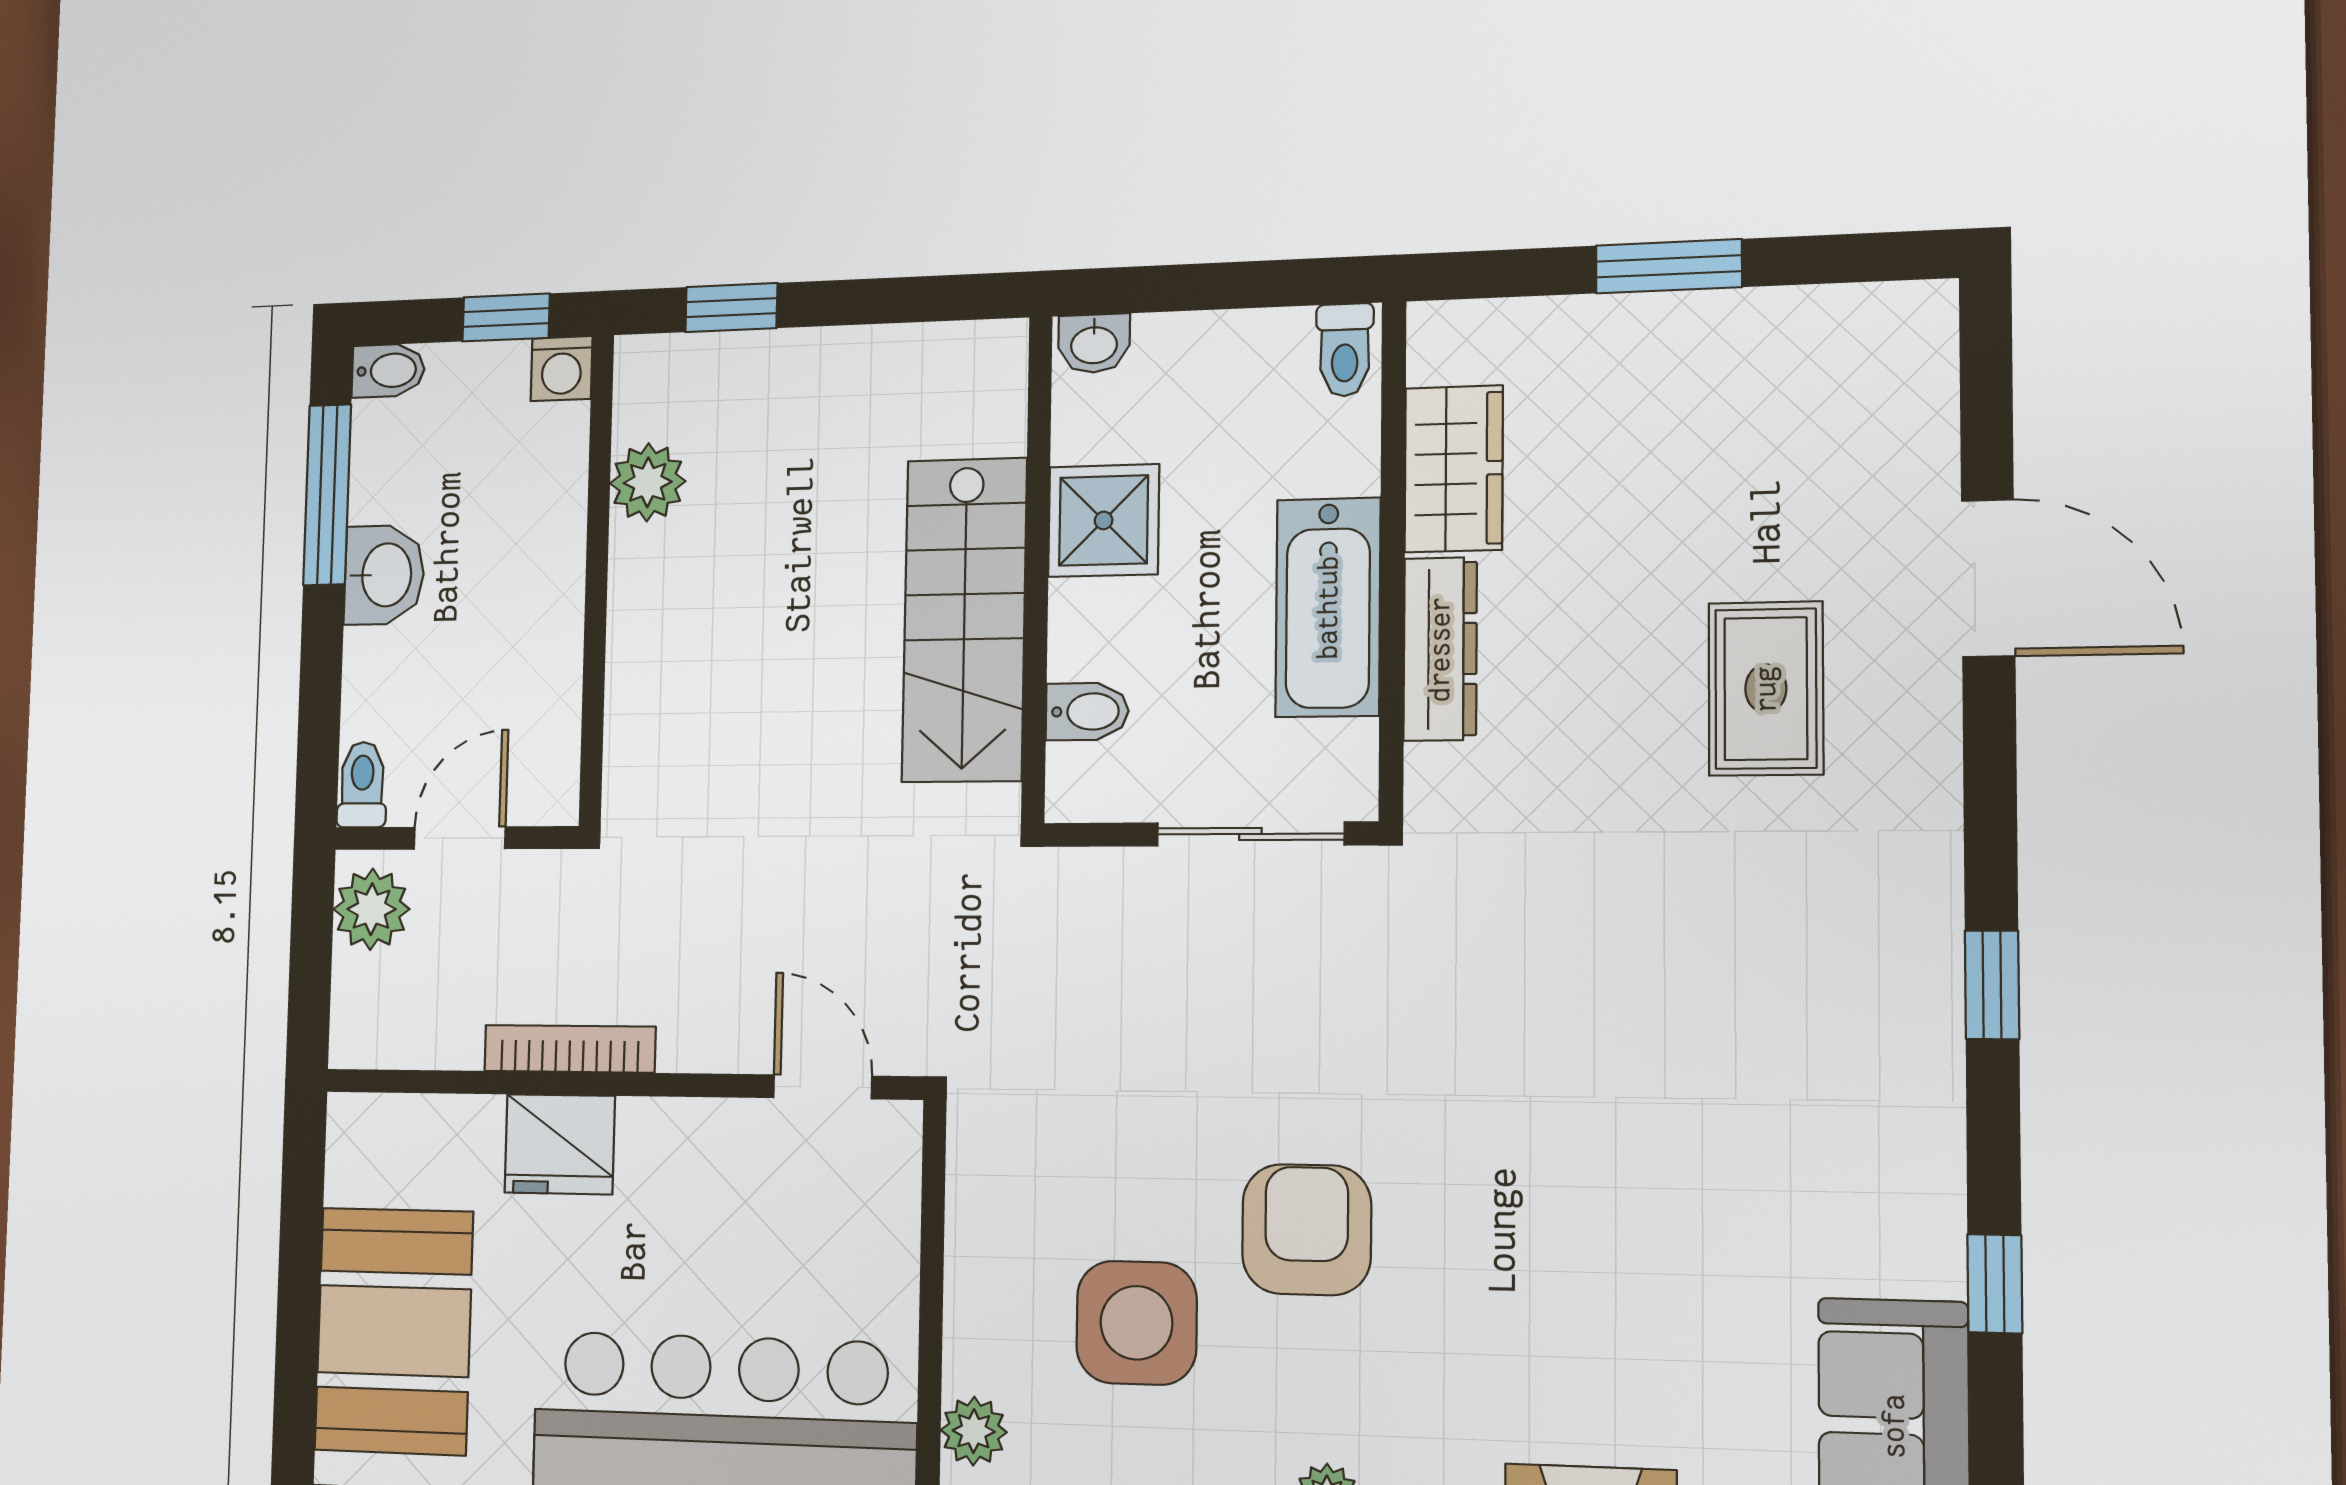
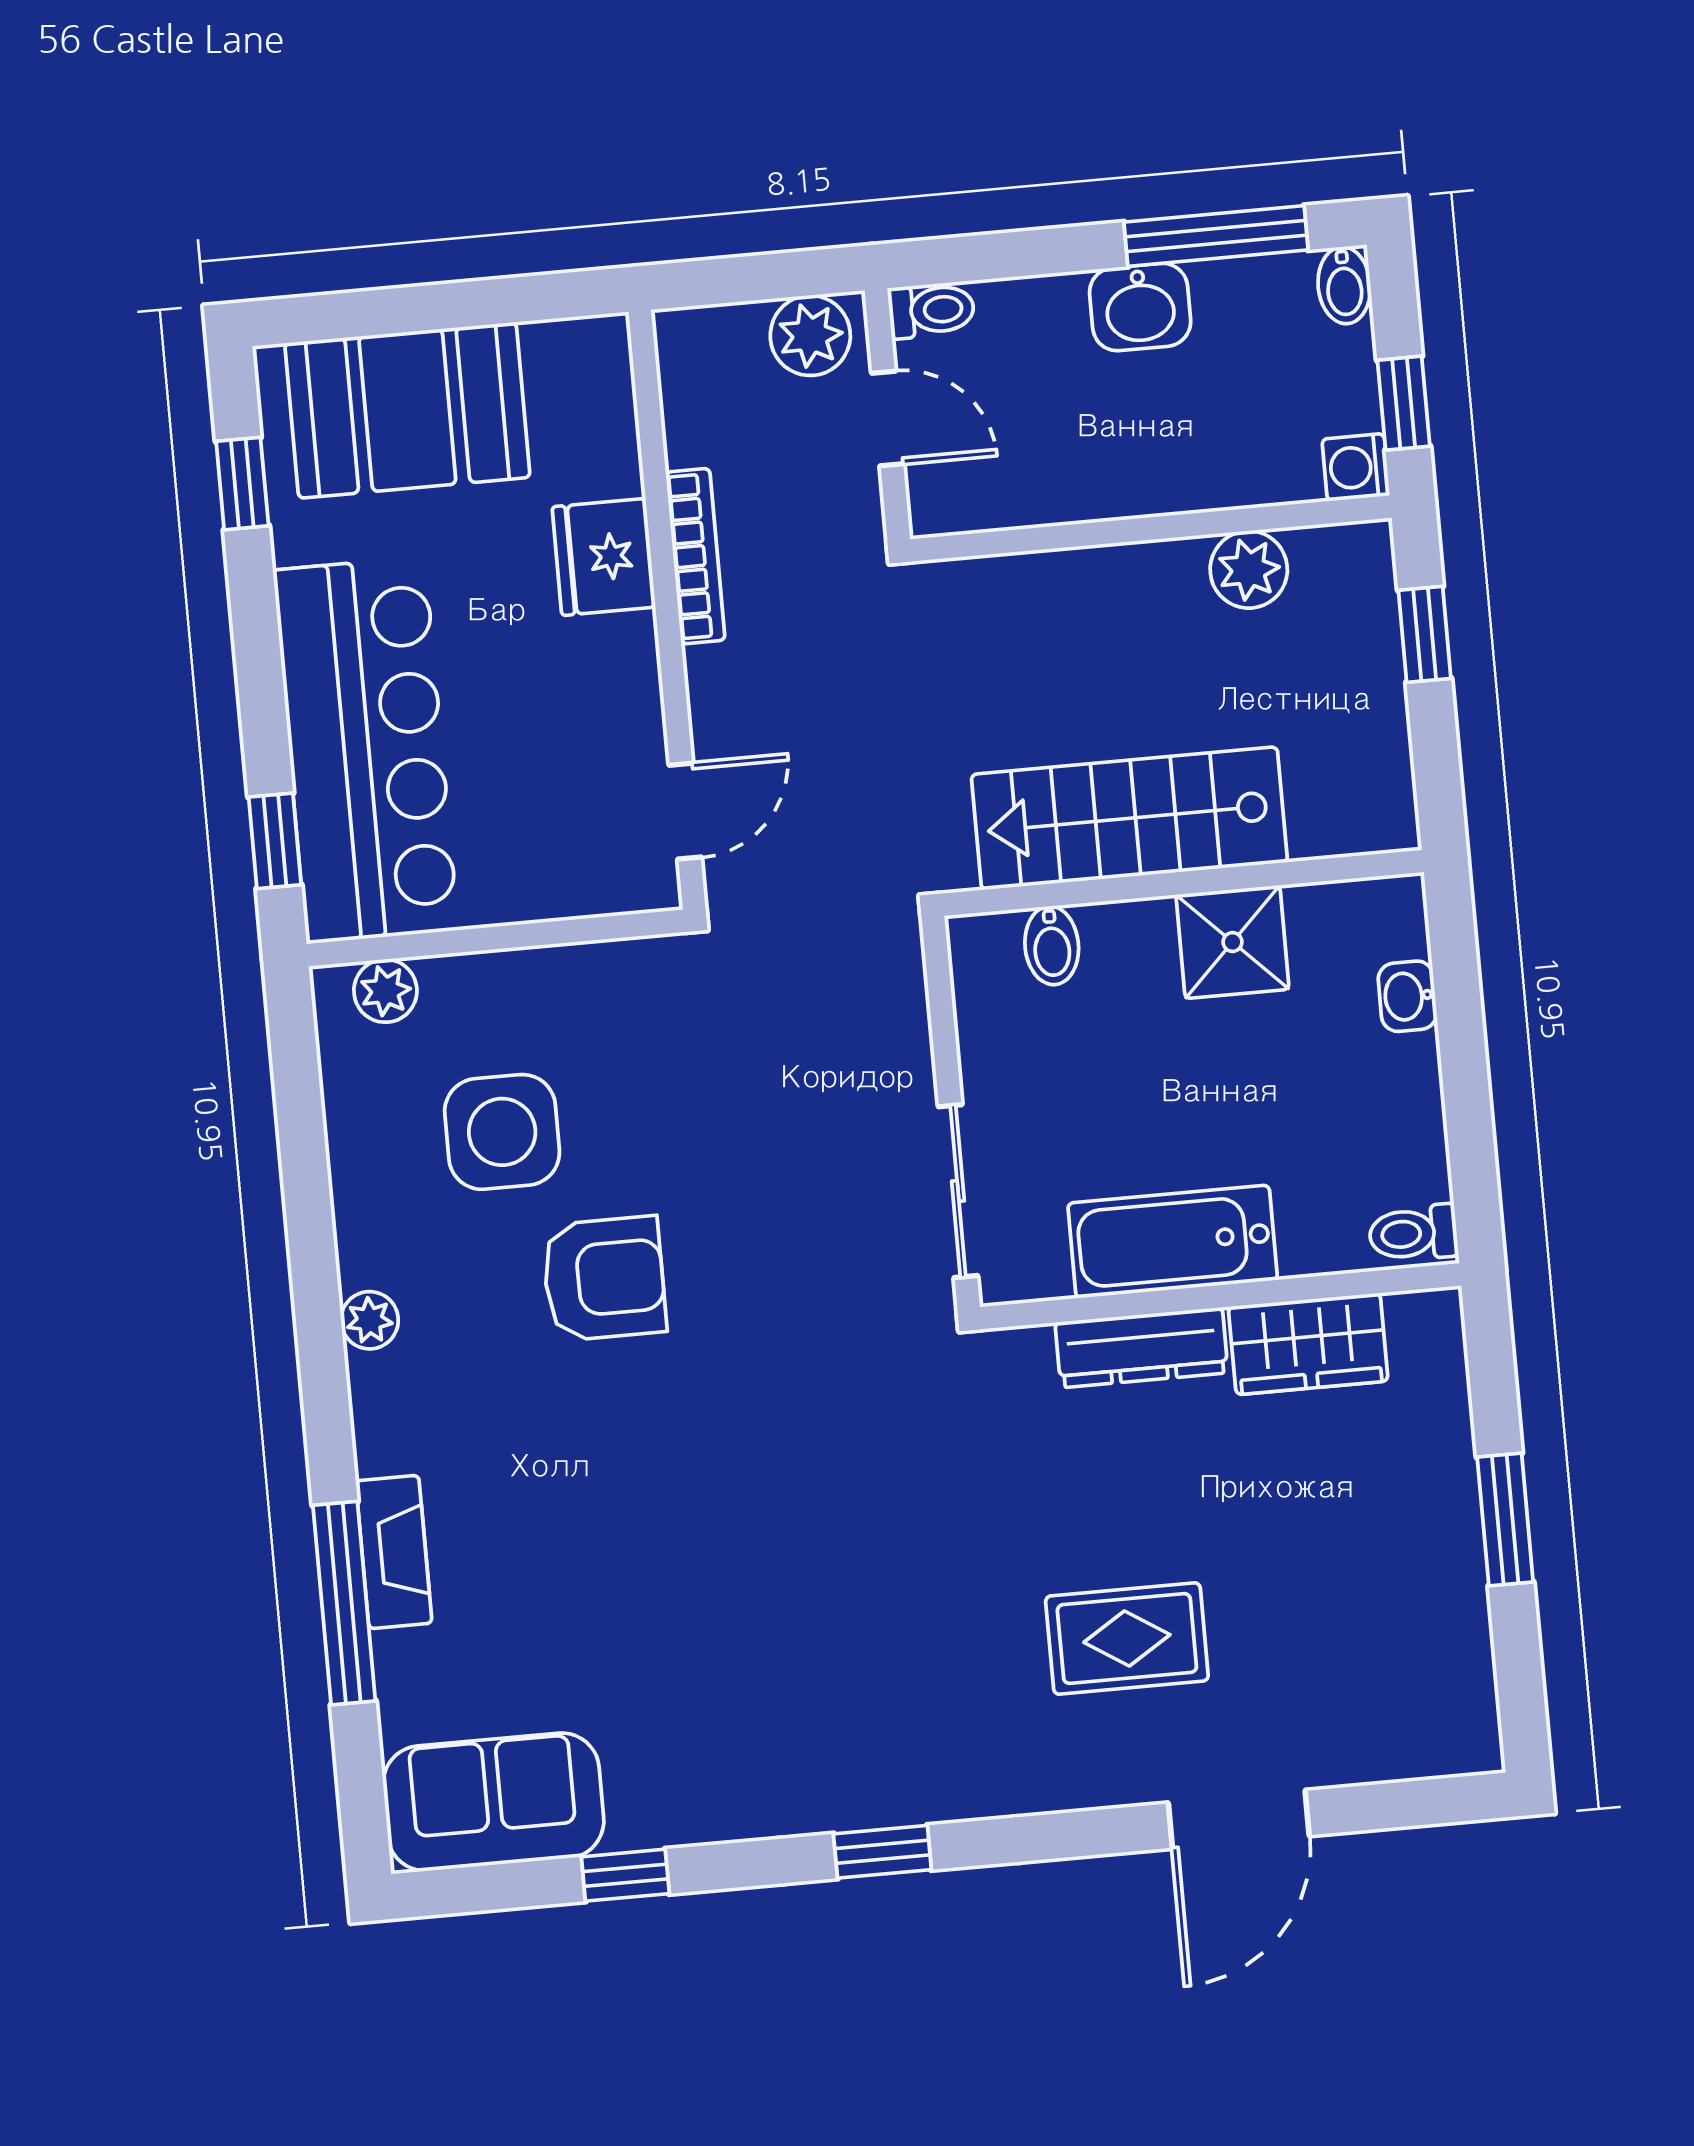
shower: (1104, 520) -> (1232, 942), moved
wall: (1037, 568) -> (1183, 883), moved
stairs: (964, 620) -> (1129, 818), moved
bidet: (1087, 712) -> (1052, 945), moved

